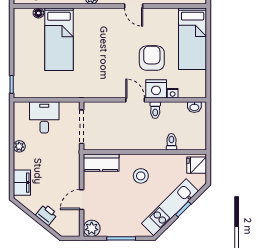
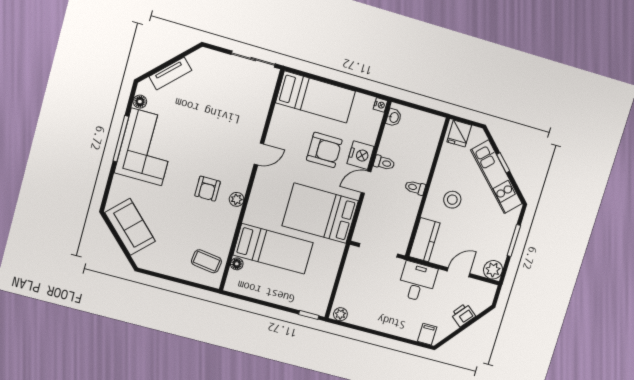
armchair: (152, 58) -> (324, 150), turned 180
bed: (99, 70) -> (320, 213), added
nightstand: (173, 93) -> (380, 105), moved
desk: (44, 117) -> (417, 282), moved, turned 90
toilet: (171, 142) -> (415, 188), moved
plant: (19, 146) -> (340, 314), moved
filing cabinet: (22, 183) -> (427, 334), width x0.50
door: (82, 200) -> (458, 272), swing flipped

